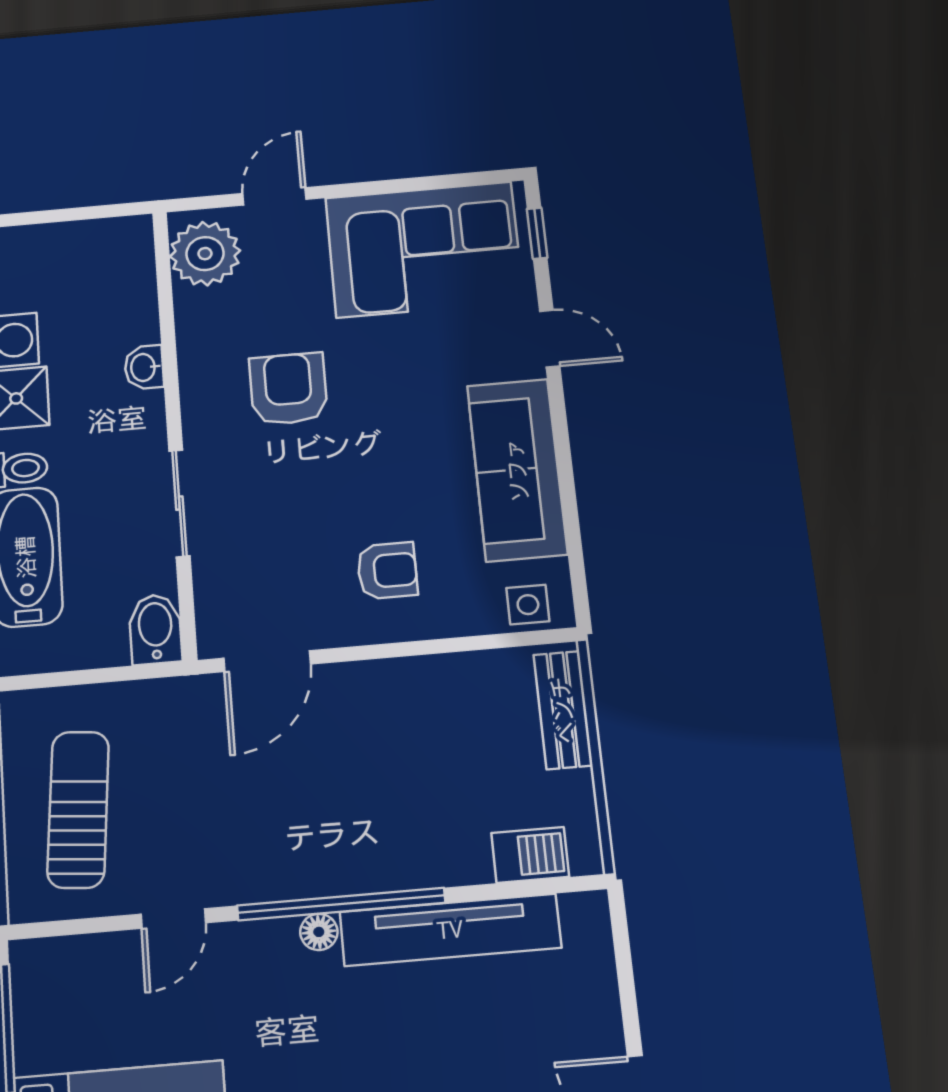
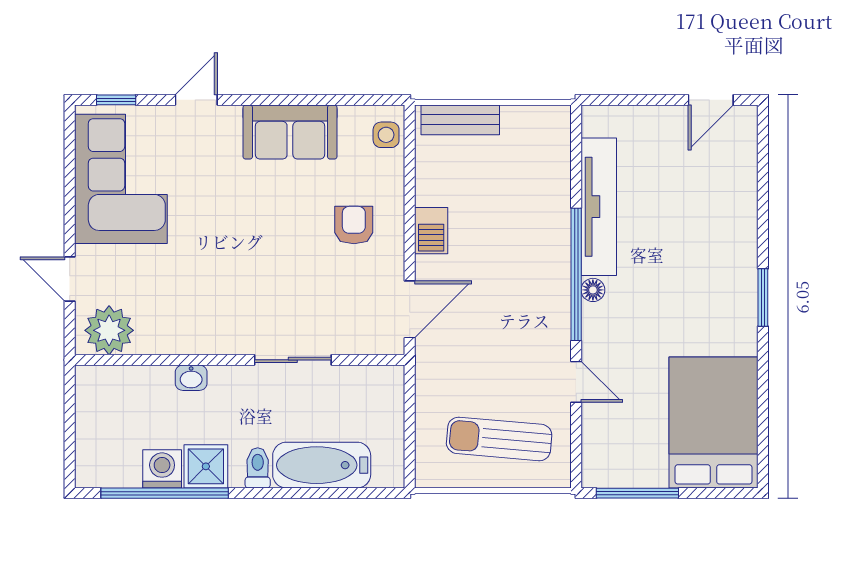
armchair: (288, 389) -> (217, 280), removed
sofa: (517, 470) -> (290, 132), width x0.73
bidet: (155, 629) -> (381, 381), removed
door: (267, 661) -> (410, 309), hinge flipped
barbecue: (530, 855) -> (431, 231), moved, turned 180

